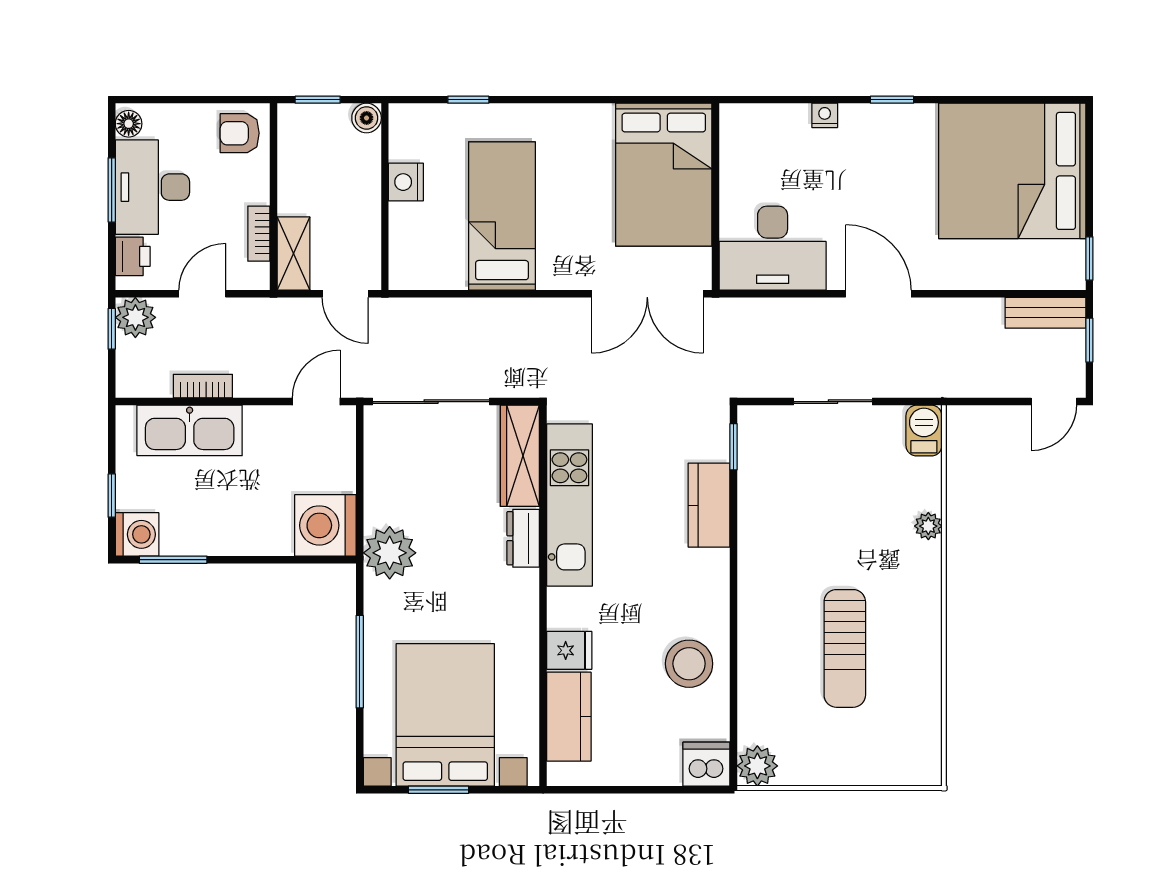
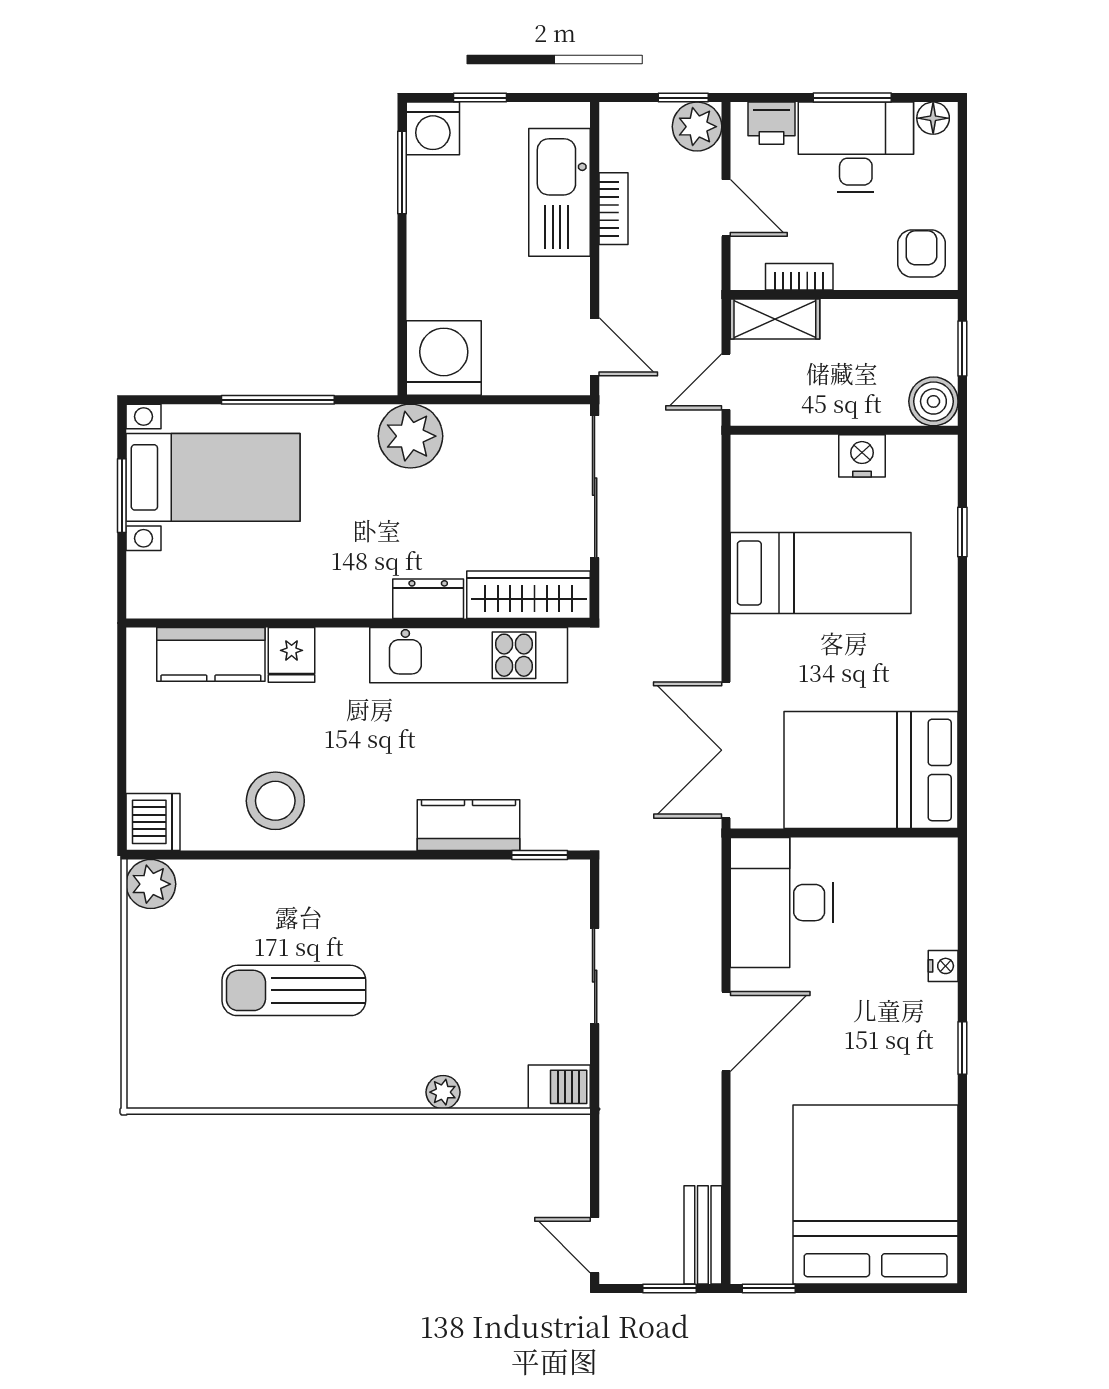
boiler: (367, 118) -> (933, 401), width x1.36, depth x1.36
bed with nightstands: (445, 715) -> (213, 477), width x0.73

